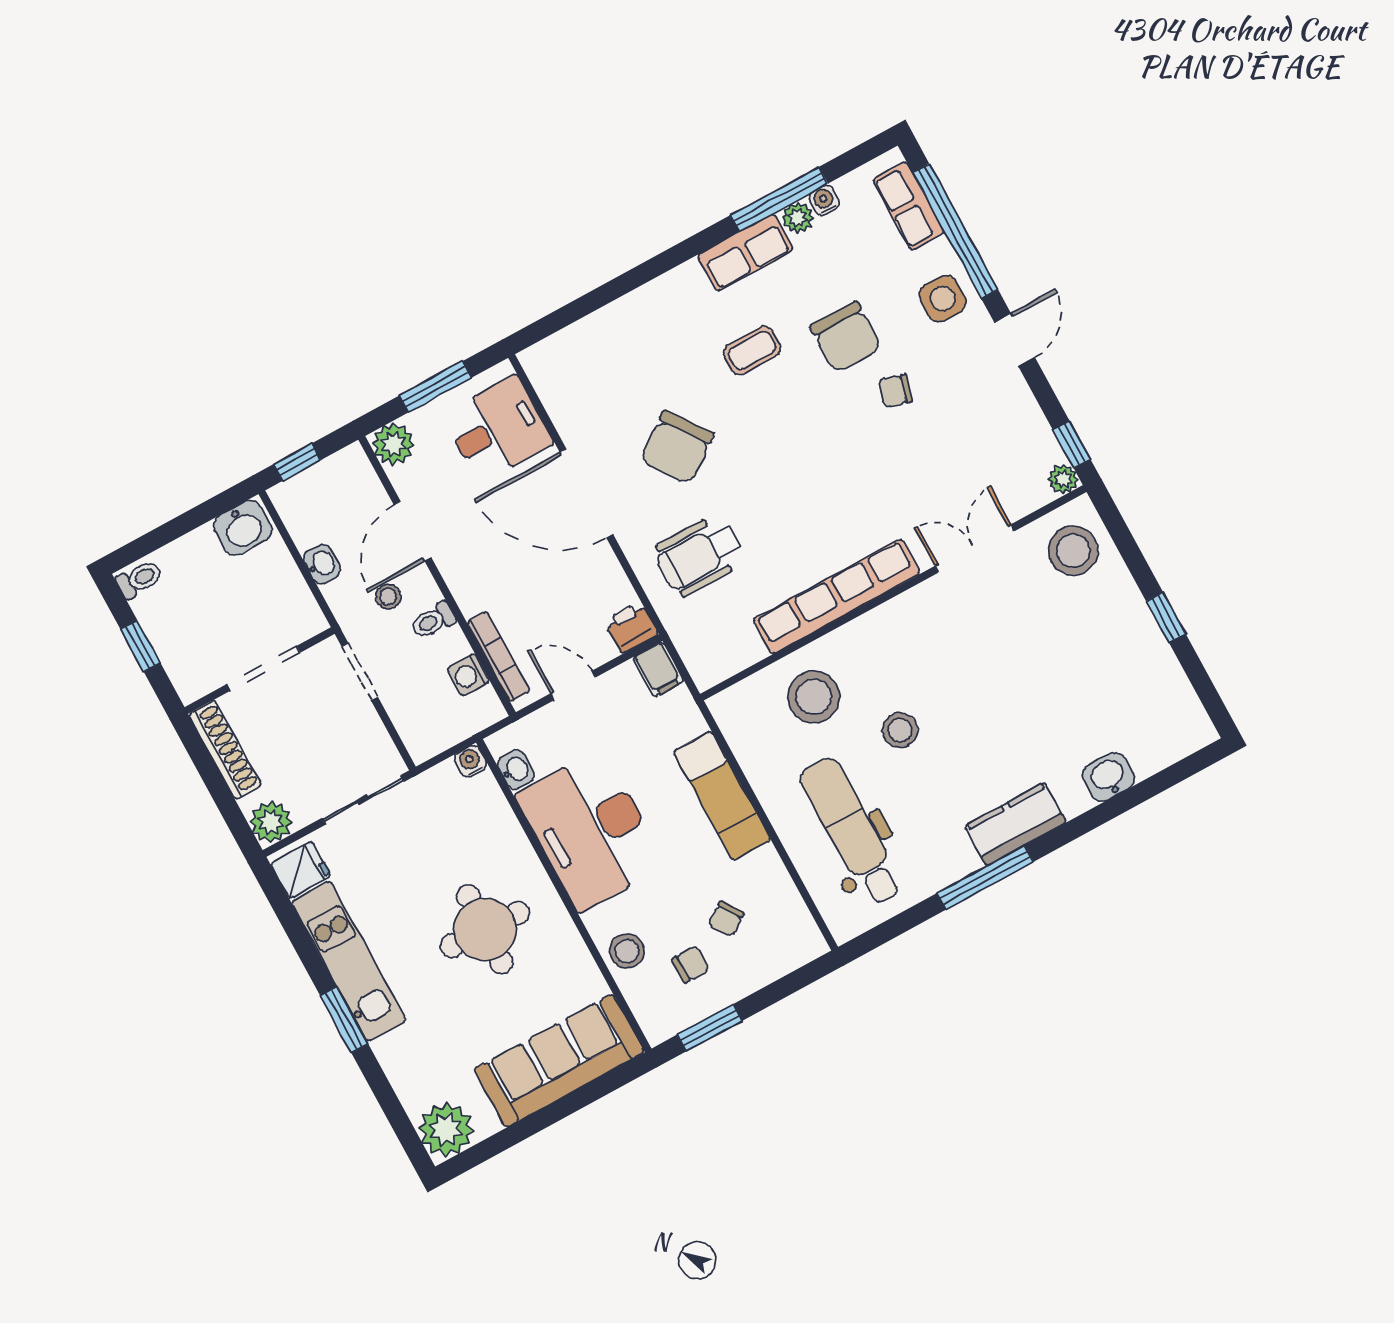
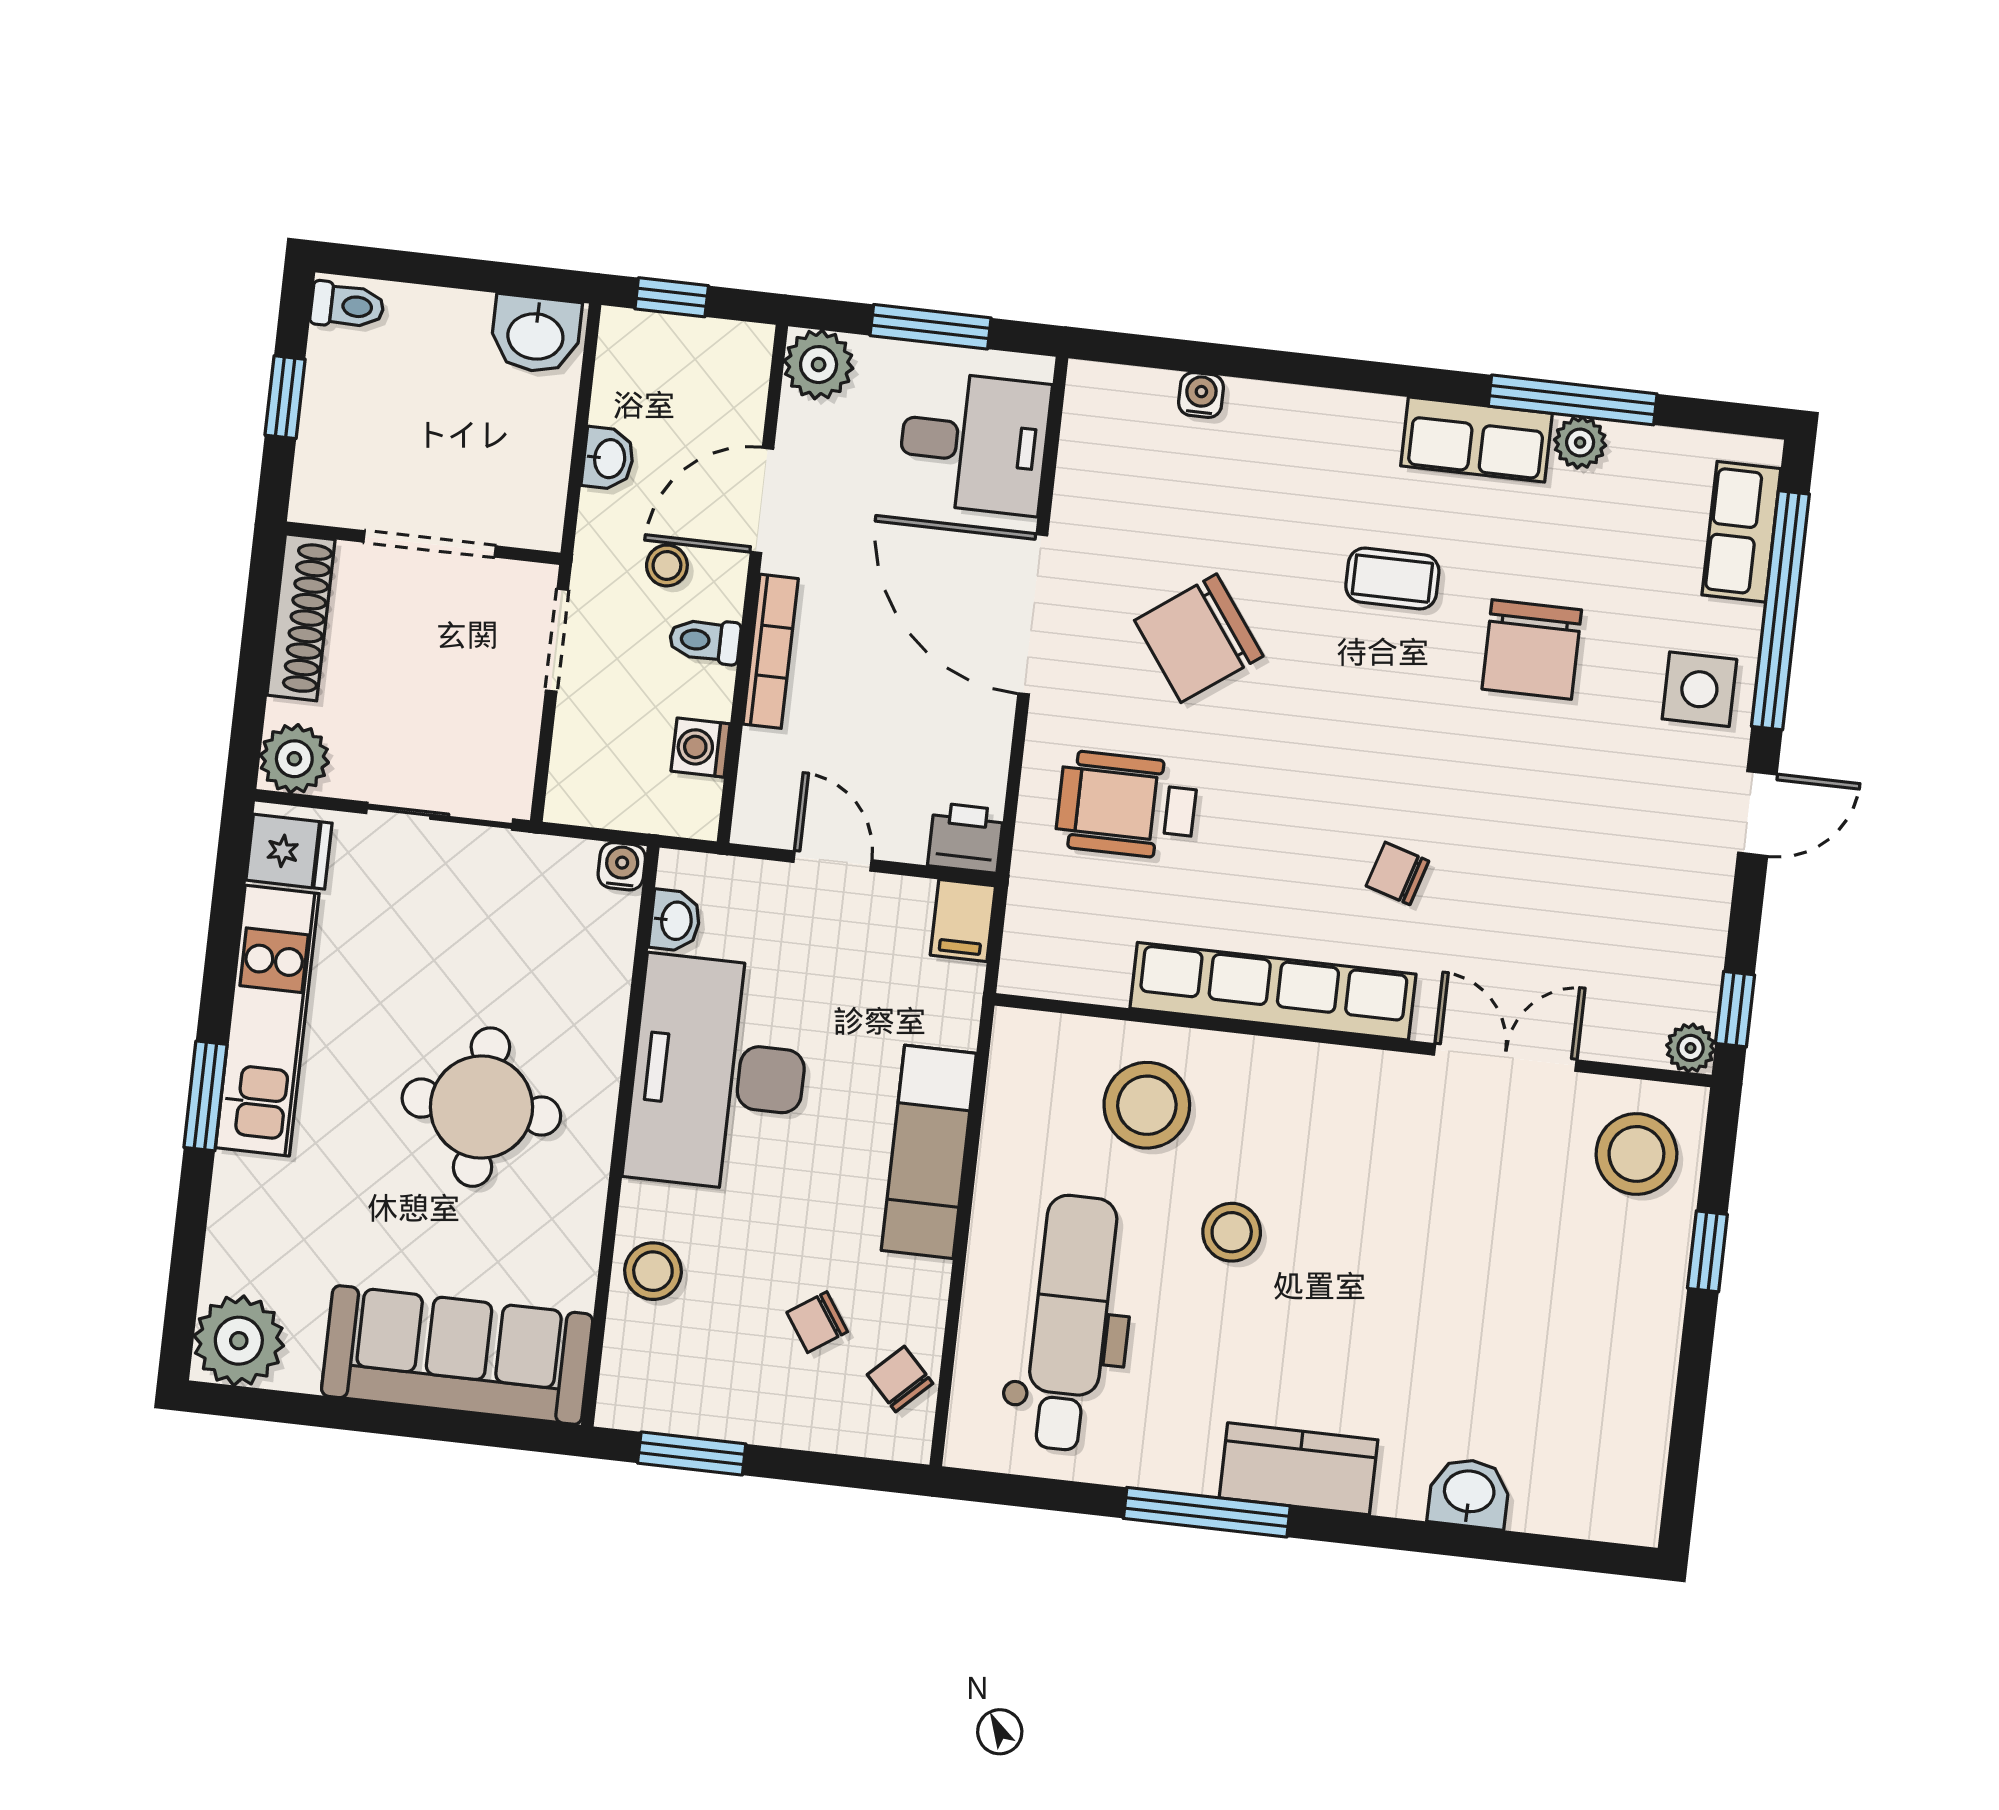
water cooler: (824, 200) -> (1201, 395), moved
chair: (895, 391) -> (1397, 873), moved
window: (1166, 617) -> (1707, 1251), moved
bookcase: (499, 656) -> (771, 651), moved
chair: (691, 964) -> (900, 1379), moved, turned -134

